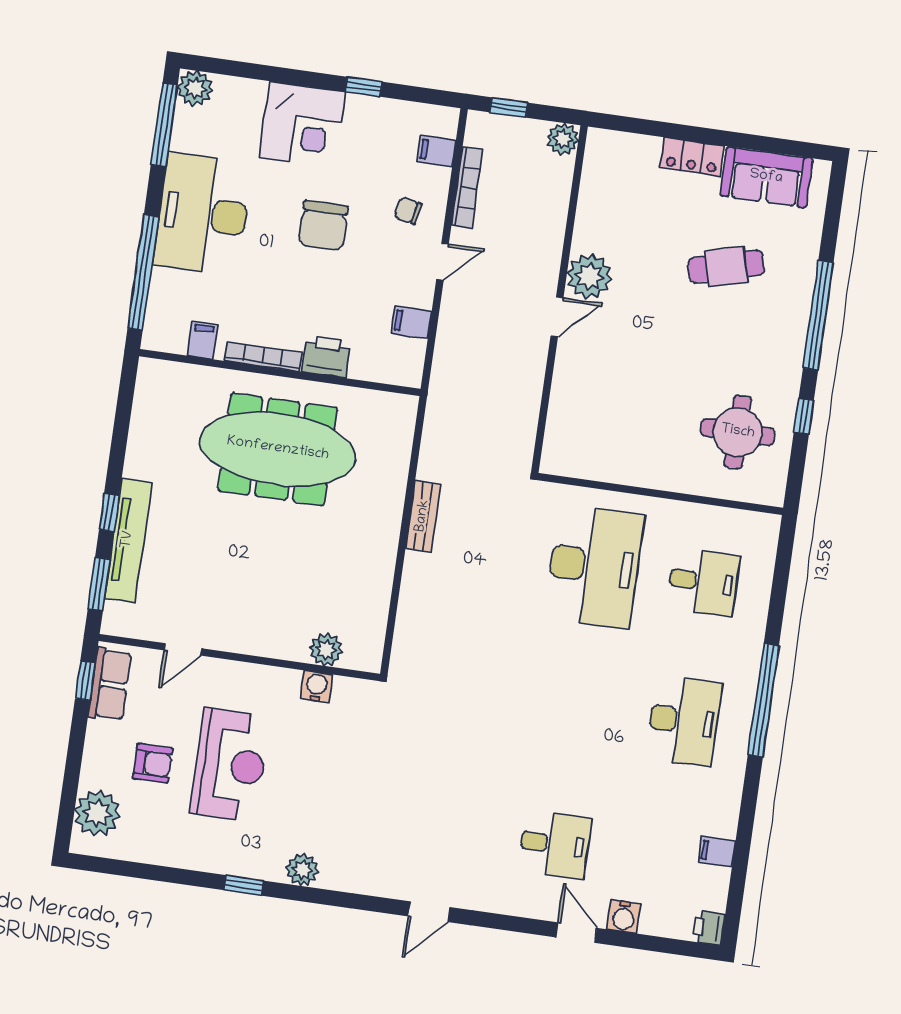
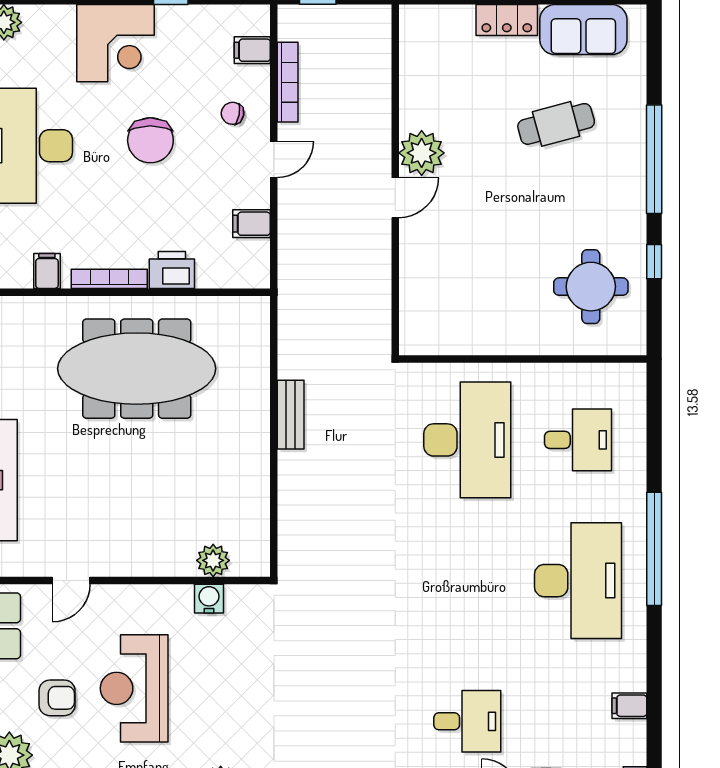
plant: (563, 139) -> (376, 20), removed
desk: (684, 721) -> (578, 581), width x1.36, depth x1.30
reception desk: (230, 765) -> (134, 688), turned 180

